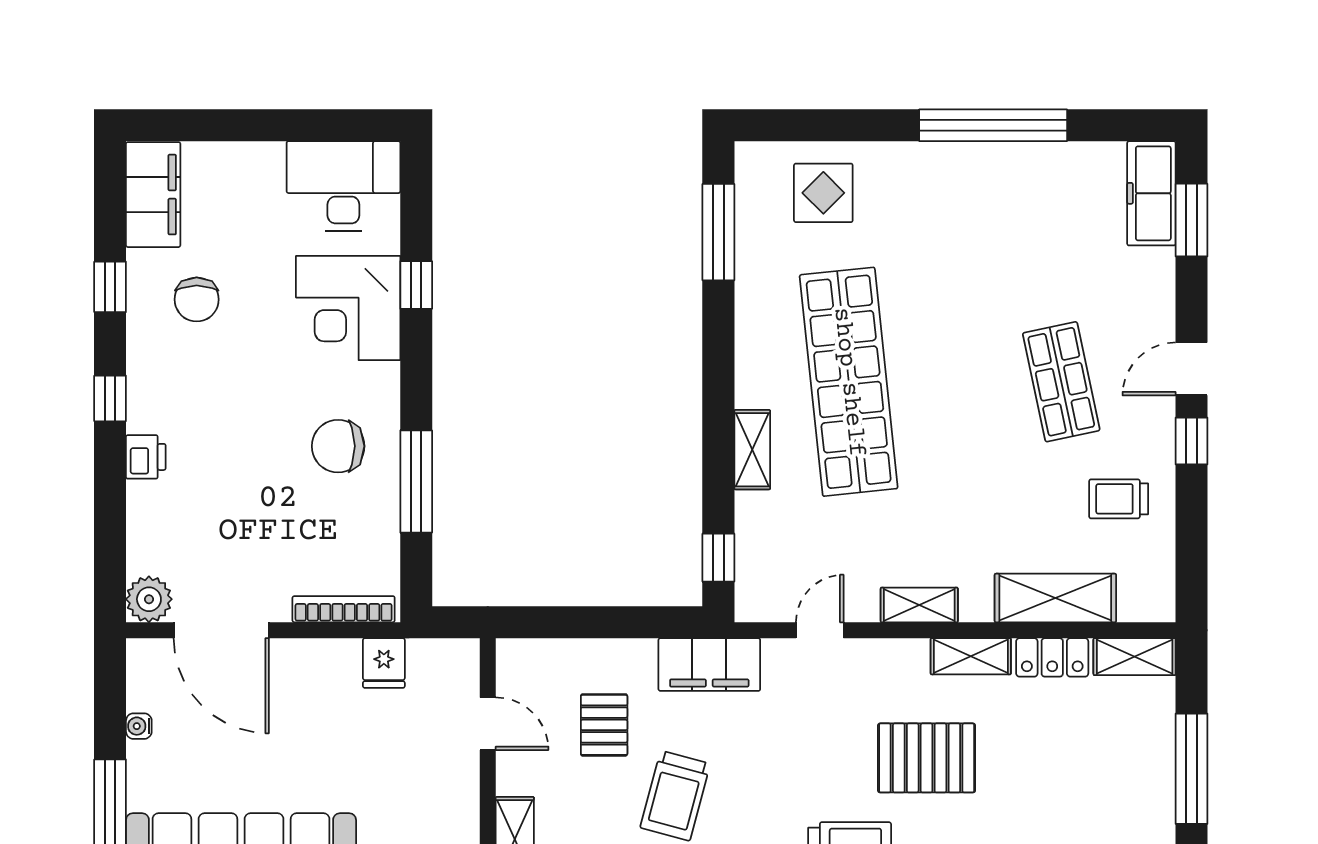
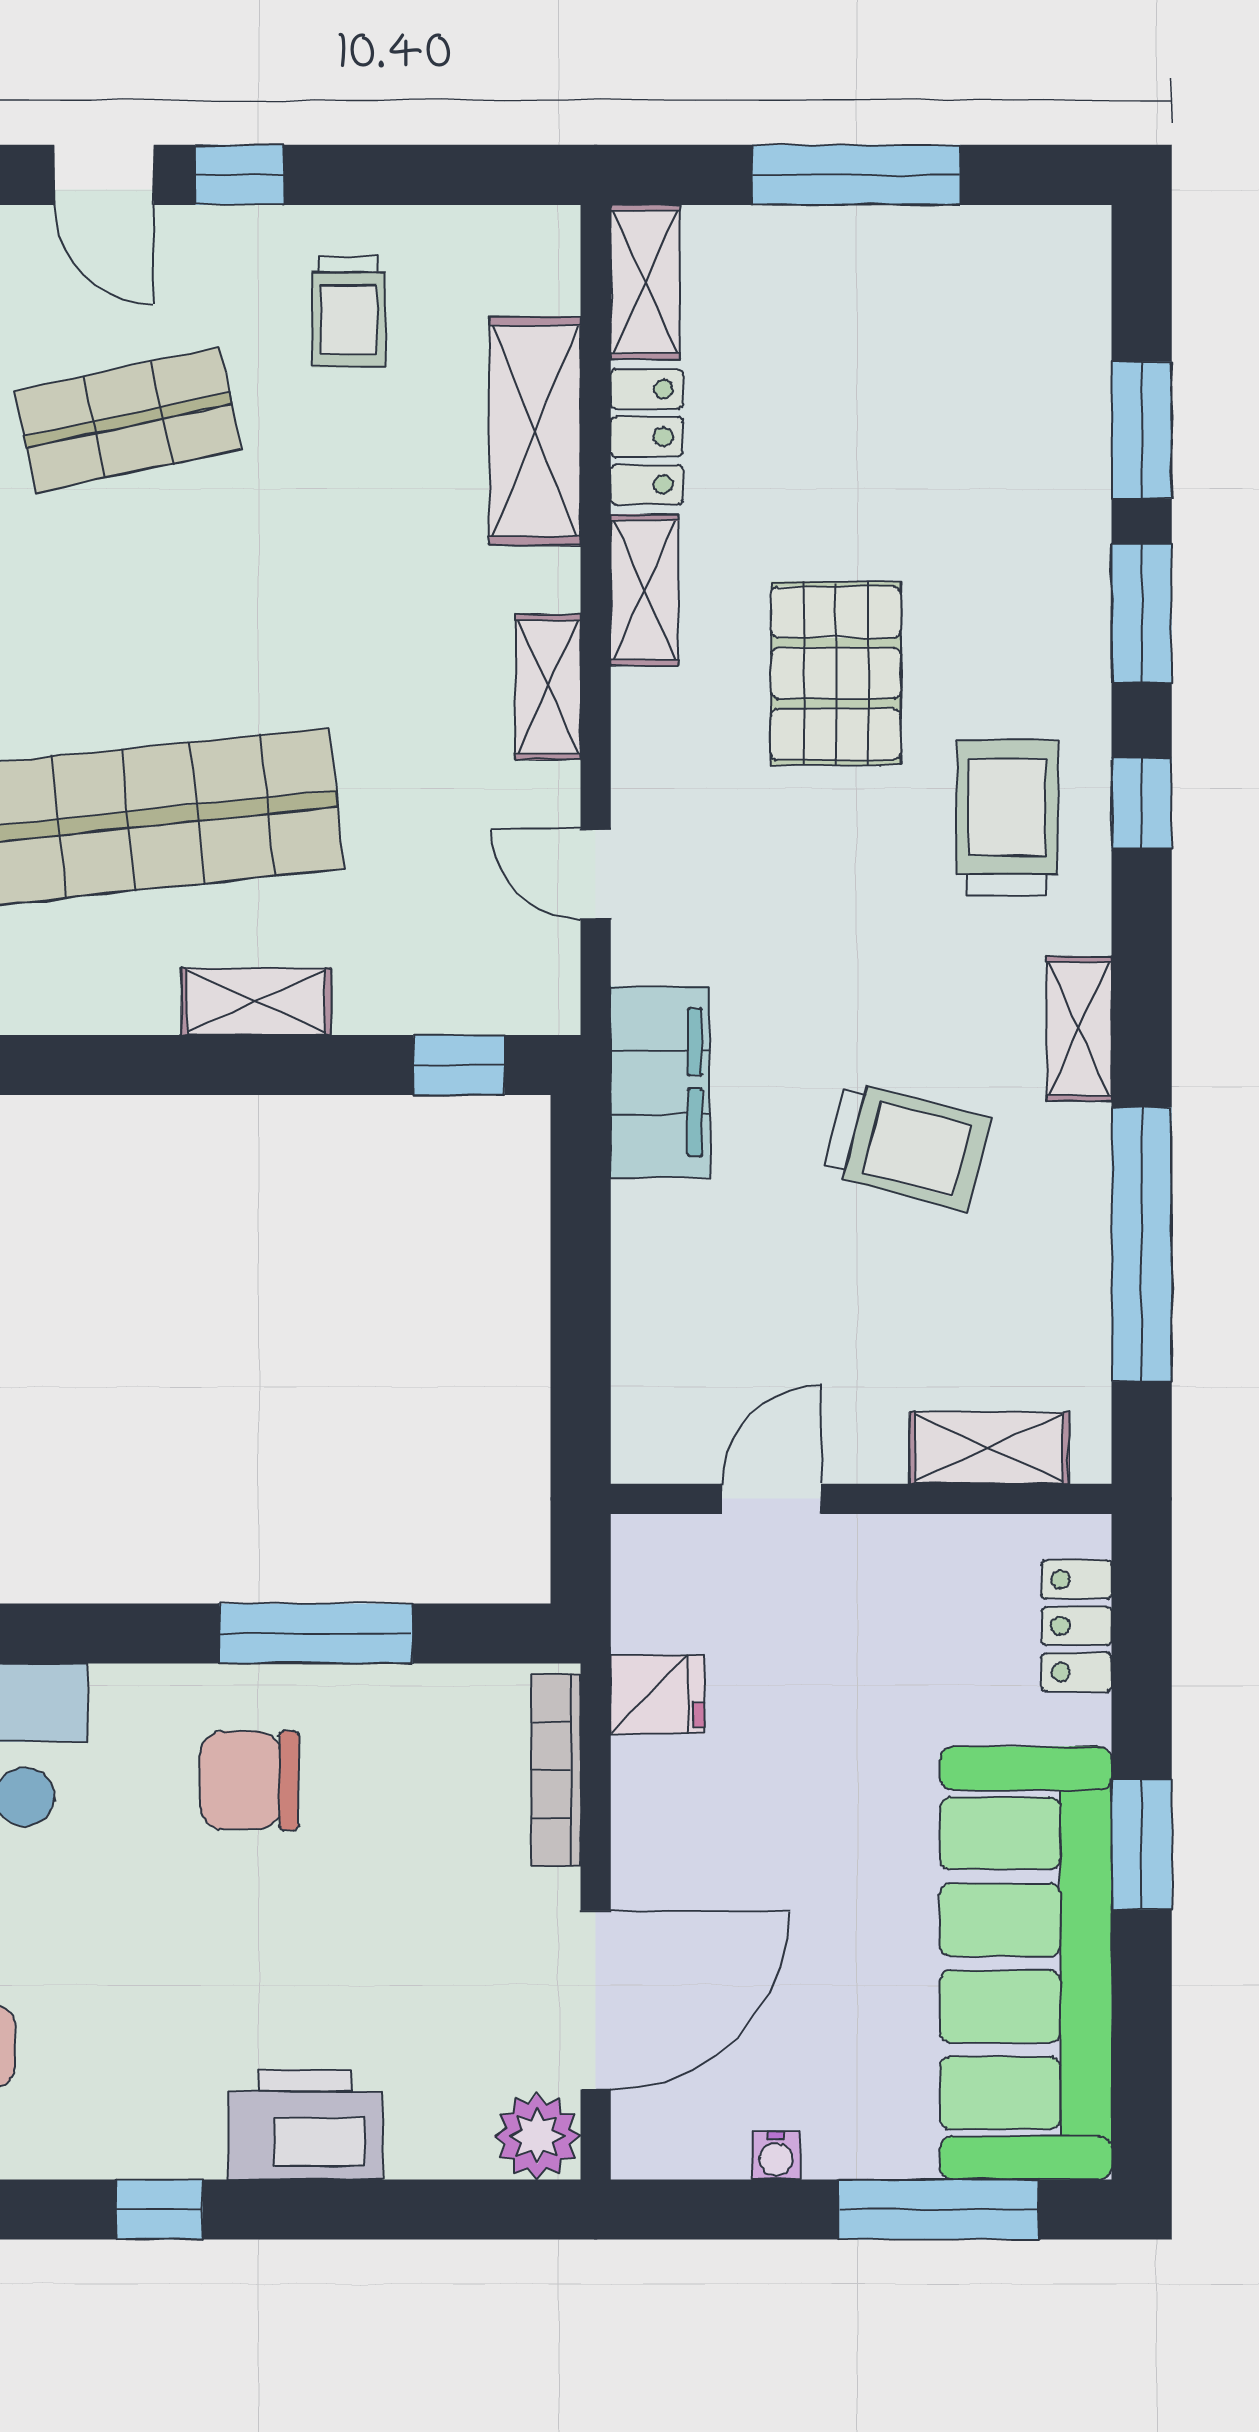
chair: (338, 446) -> (249, 1780), turned 90
printer: (146, 457) -> (305, 2124), width x1.87, depth x1.48
pallet: (604, 725) -> (774, 1280), removed

